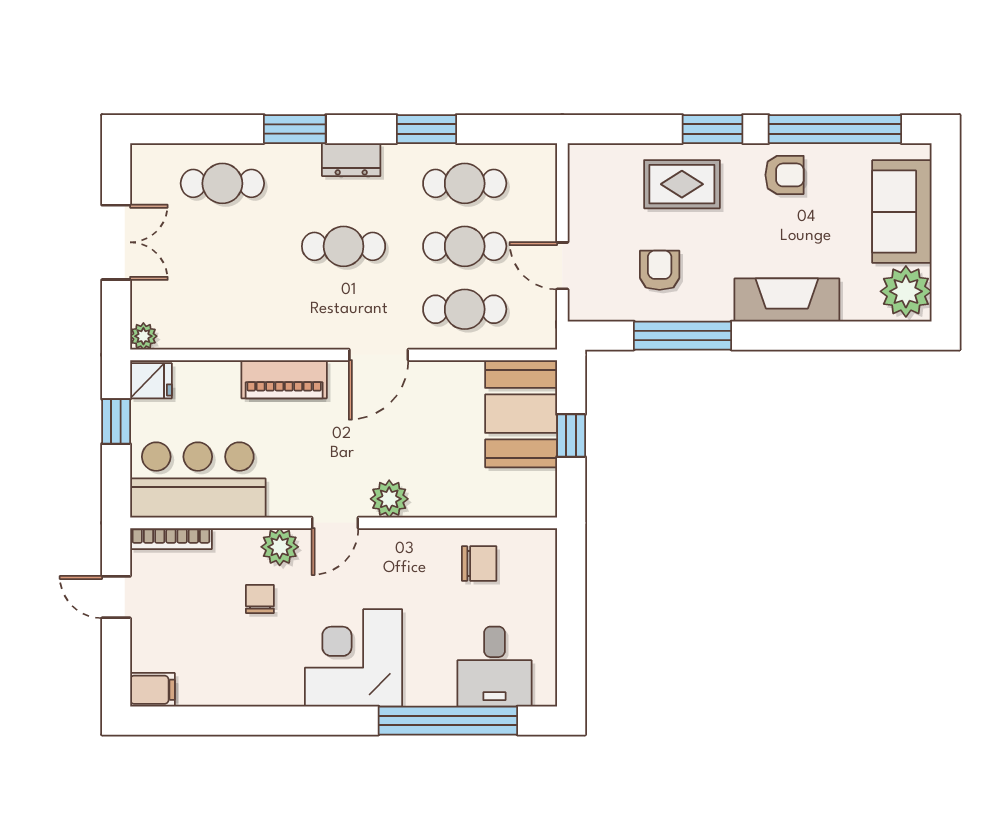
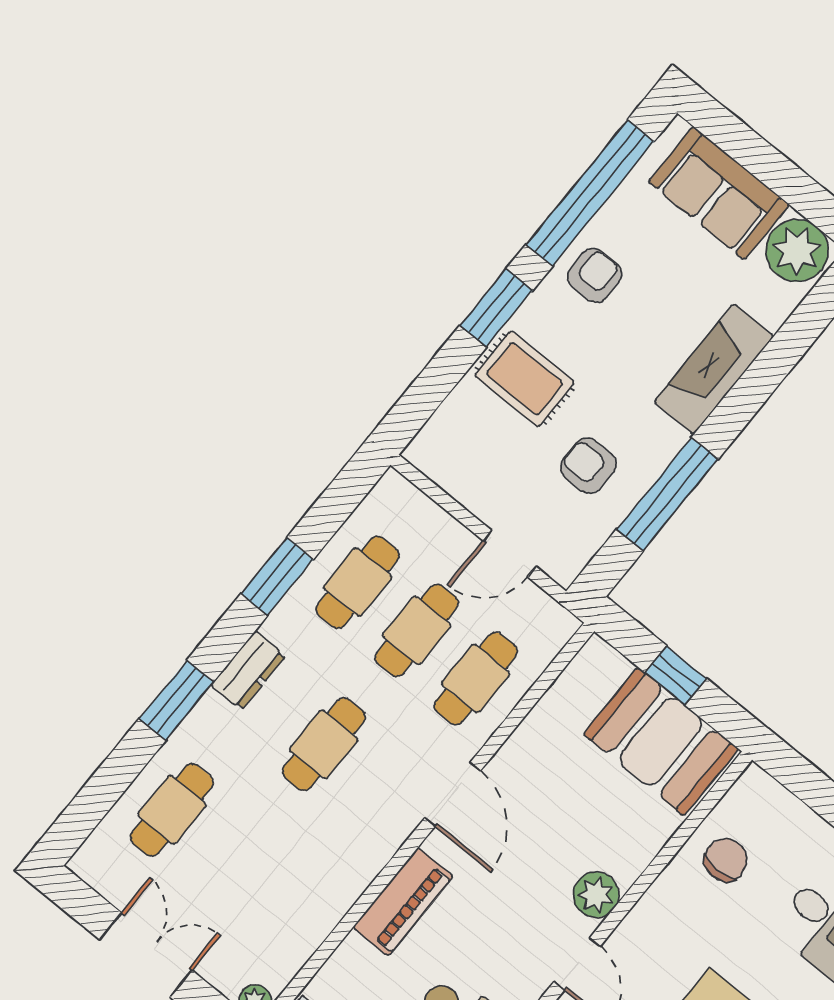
rug: (682, 184) -> (525, 379), turned 90
booth: (521, 414) -> (661, 741), moved

